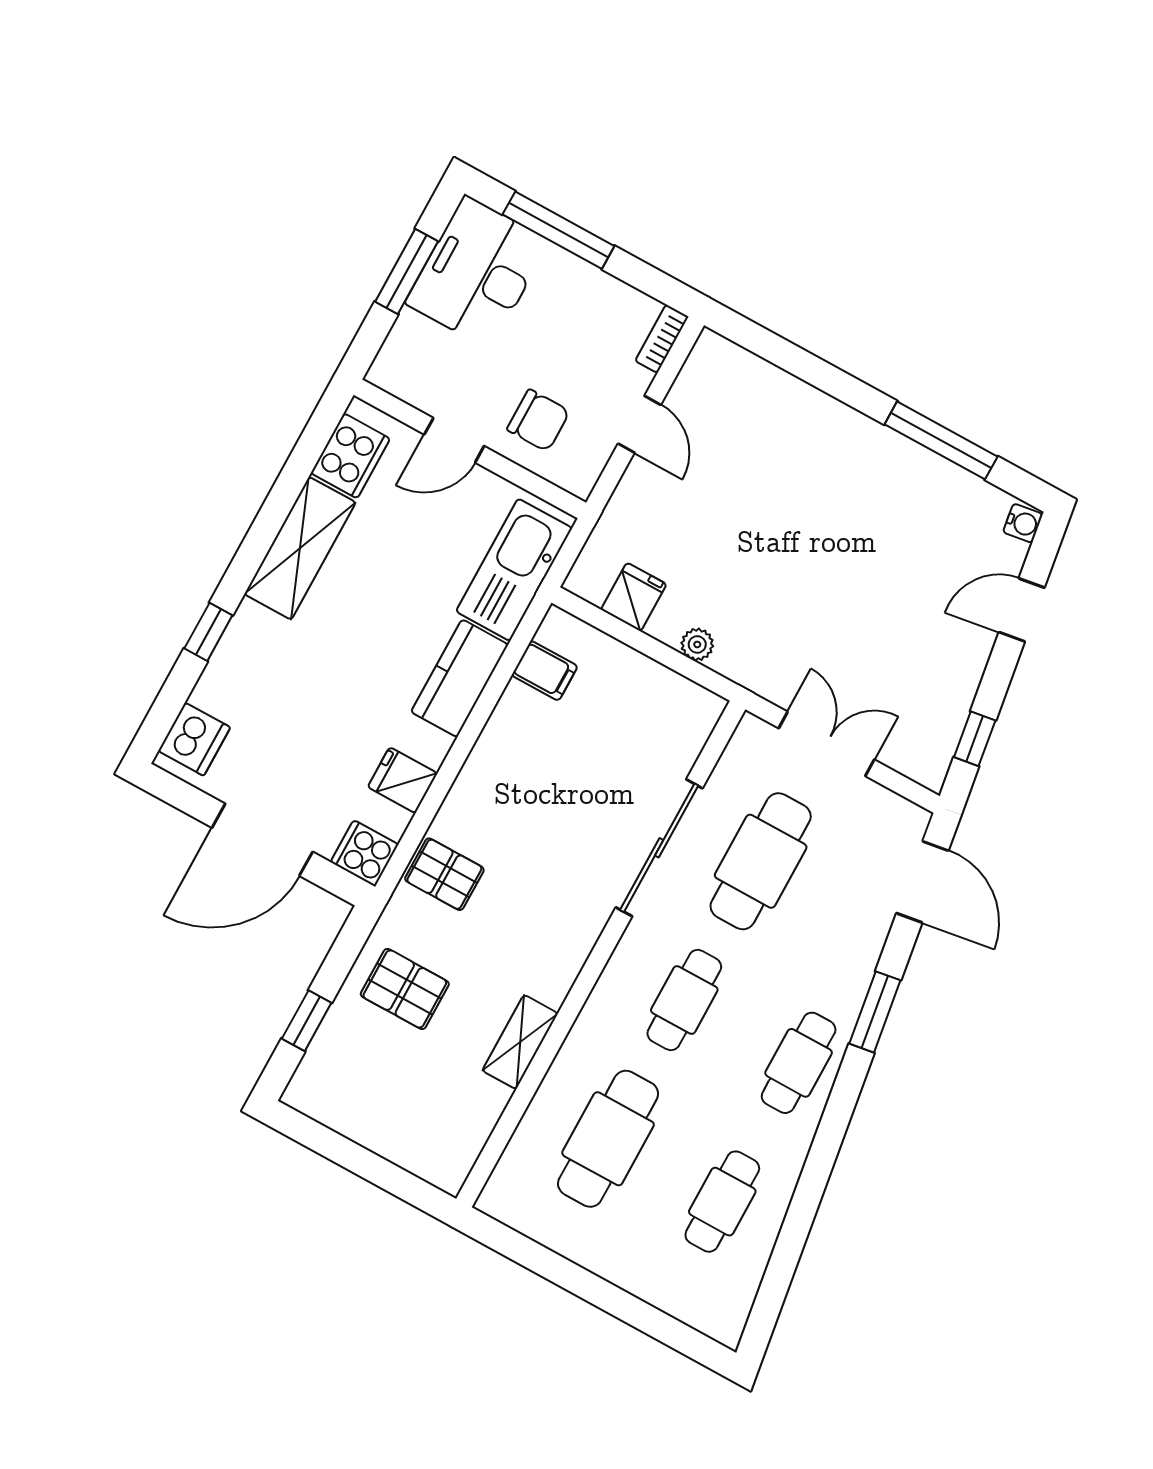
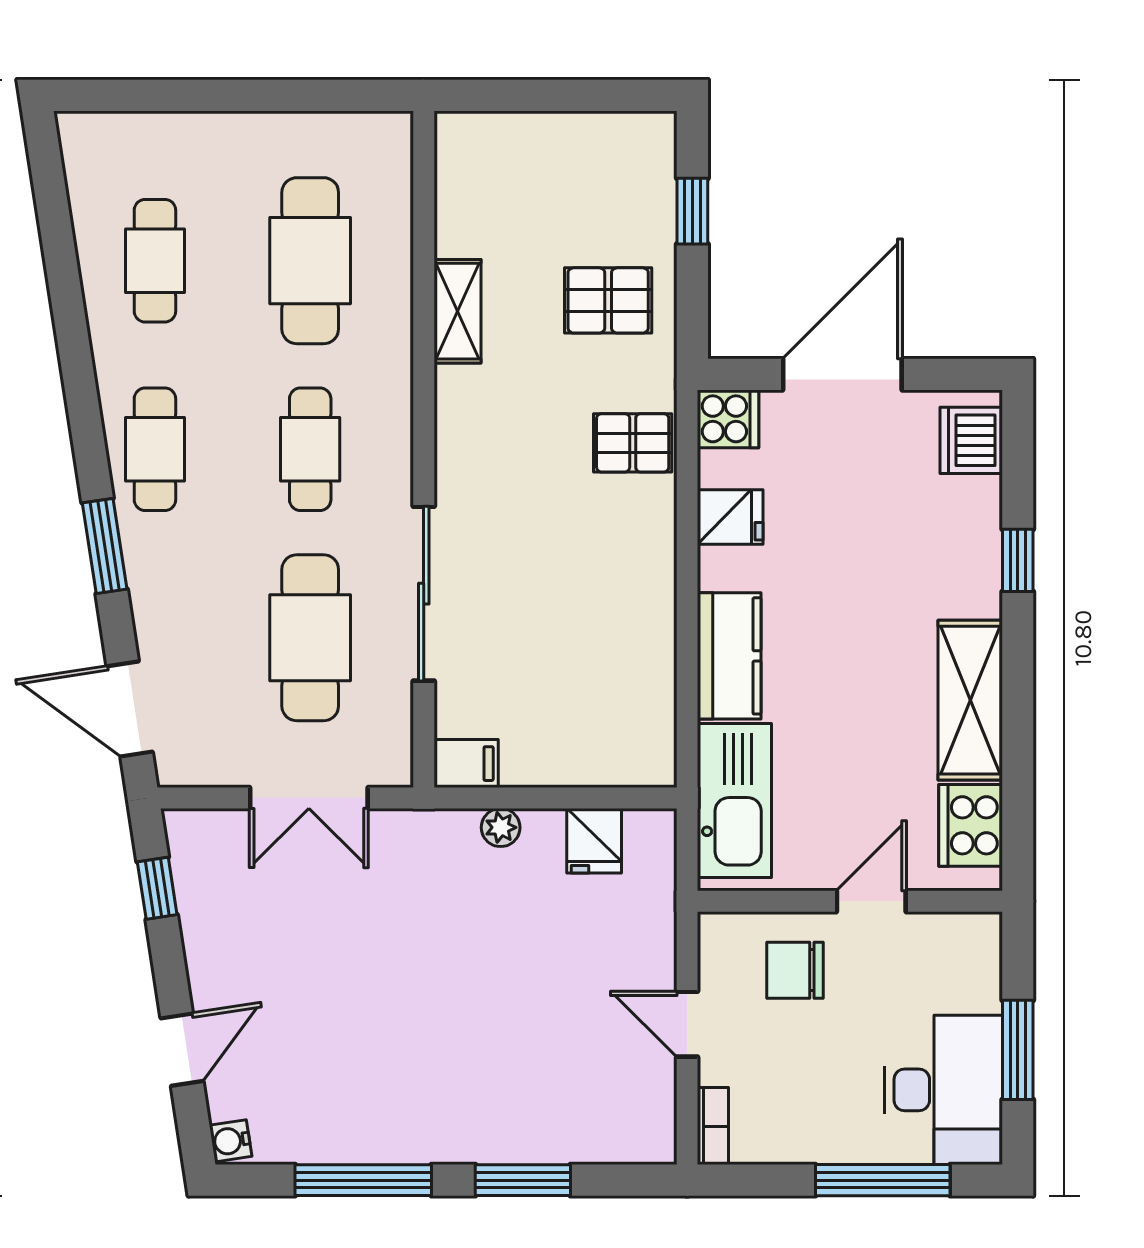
window: (824, 376) -> (523, 1180), added
filing cabinet: (545, 671) -> (466, 764), moved, turned 180

